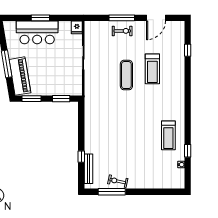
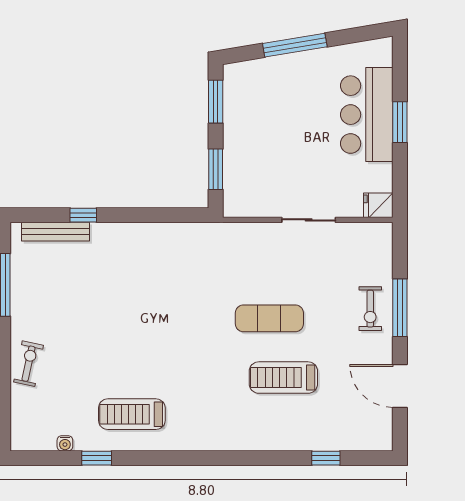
piano: (20, 76) -> (267, 75), removed
exercise bike: (118, 181) -> (28, 364), moved

